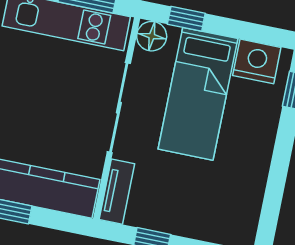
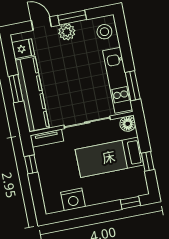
window: (186, 19) -> (148, 161), moved
nightstand: (257, 61) -> (73, 199), moved, turned 90

